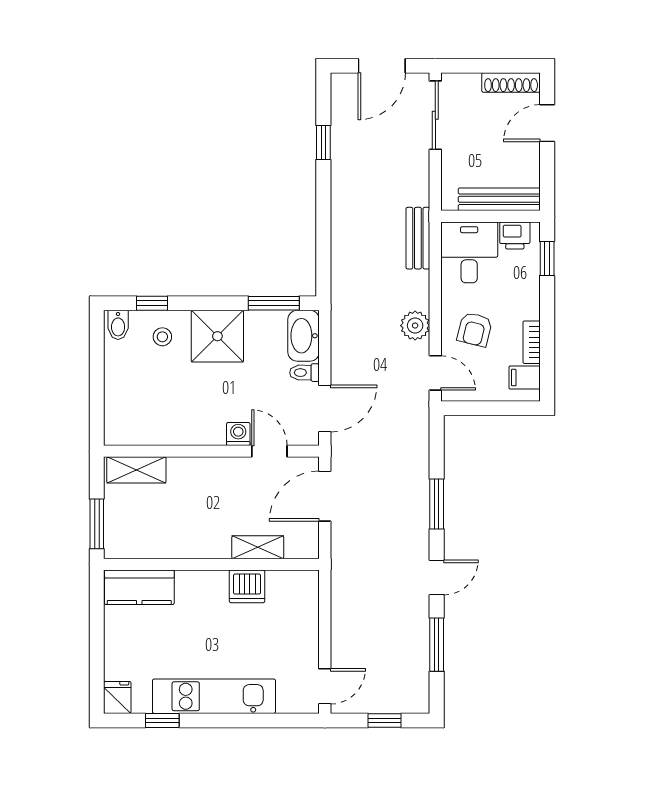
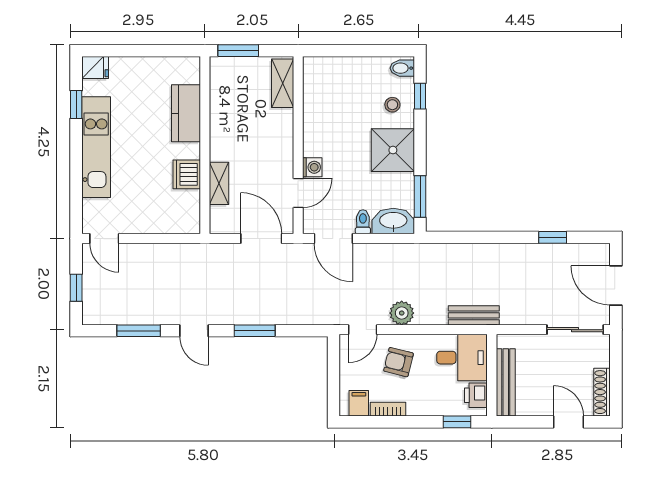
kitchen counter: (139, 587) -> (186, 113), moved

